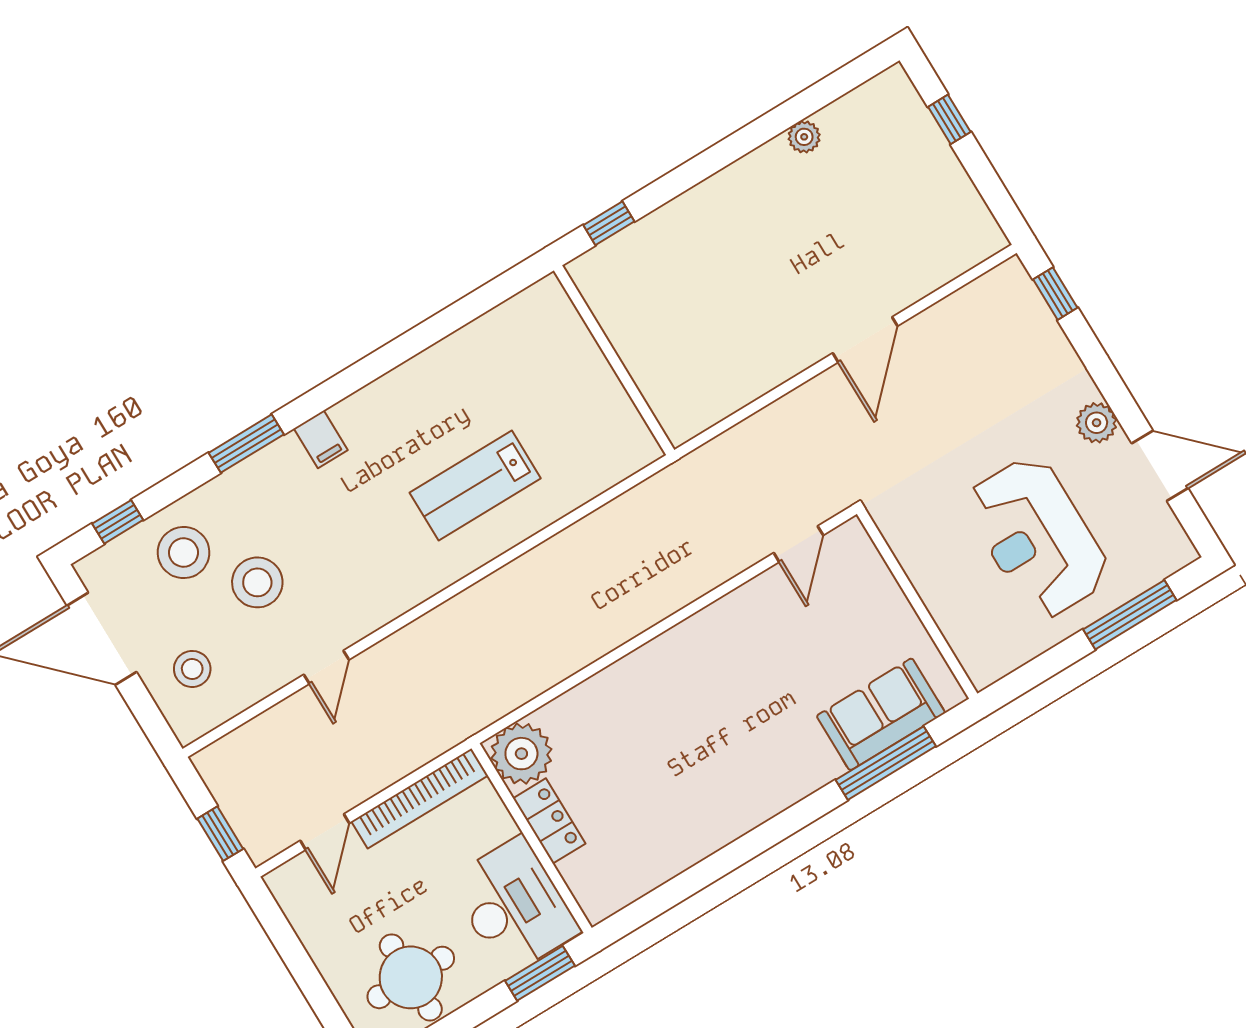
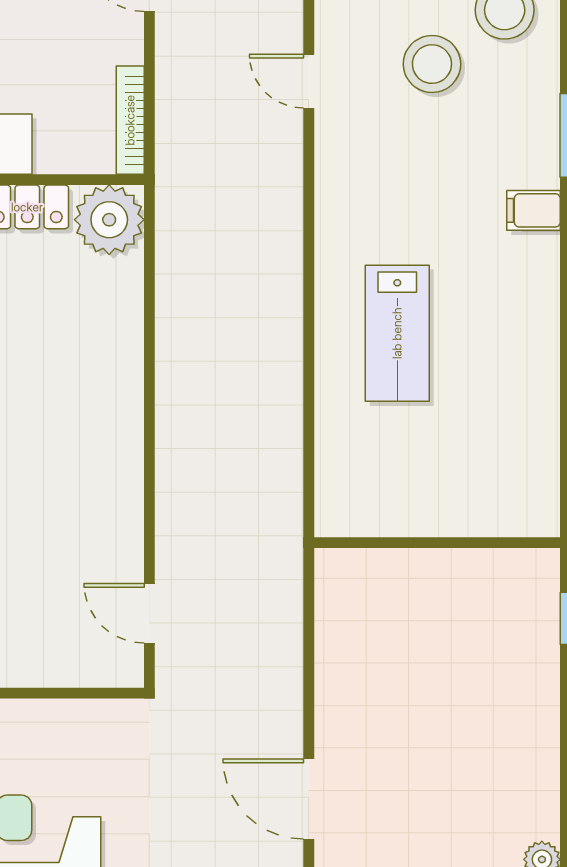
lab bench: (475, 486) -> (397, 333), turned 180
bookcase: (420, 798) -> (130, 120), width x0.68, depth x0.76

